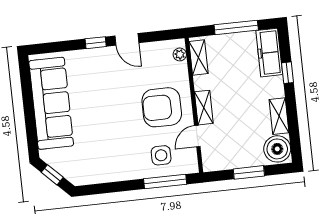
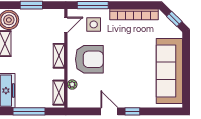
plant: (180, 54) -> (72, 85), moved
door: (197, 136) -> (66, 25), moved
bookcase: (108, 175) -> (134, 14), added

